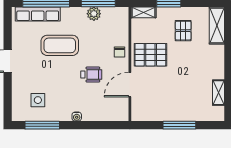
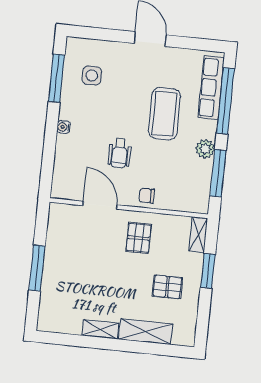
plant: (94, 14) -> (205, 149), moved
shelving: (217, 25) -> (146, 332), moved
pallet: (150, 55) -> (139, 238), width x0.67, depth x0.71
shelving: (218, 93) -> (100, 329), moved

